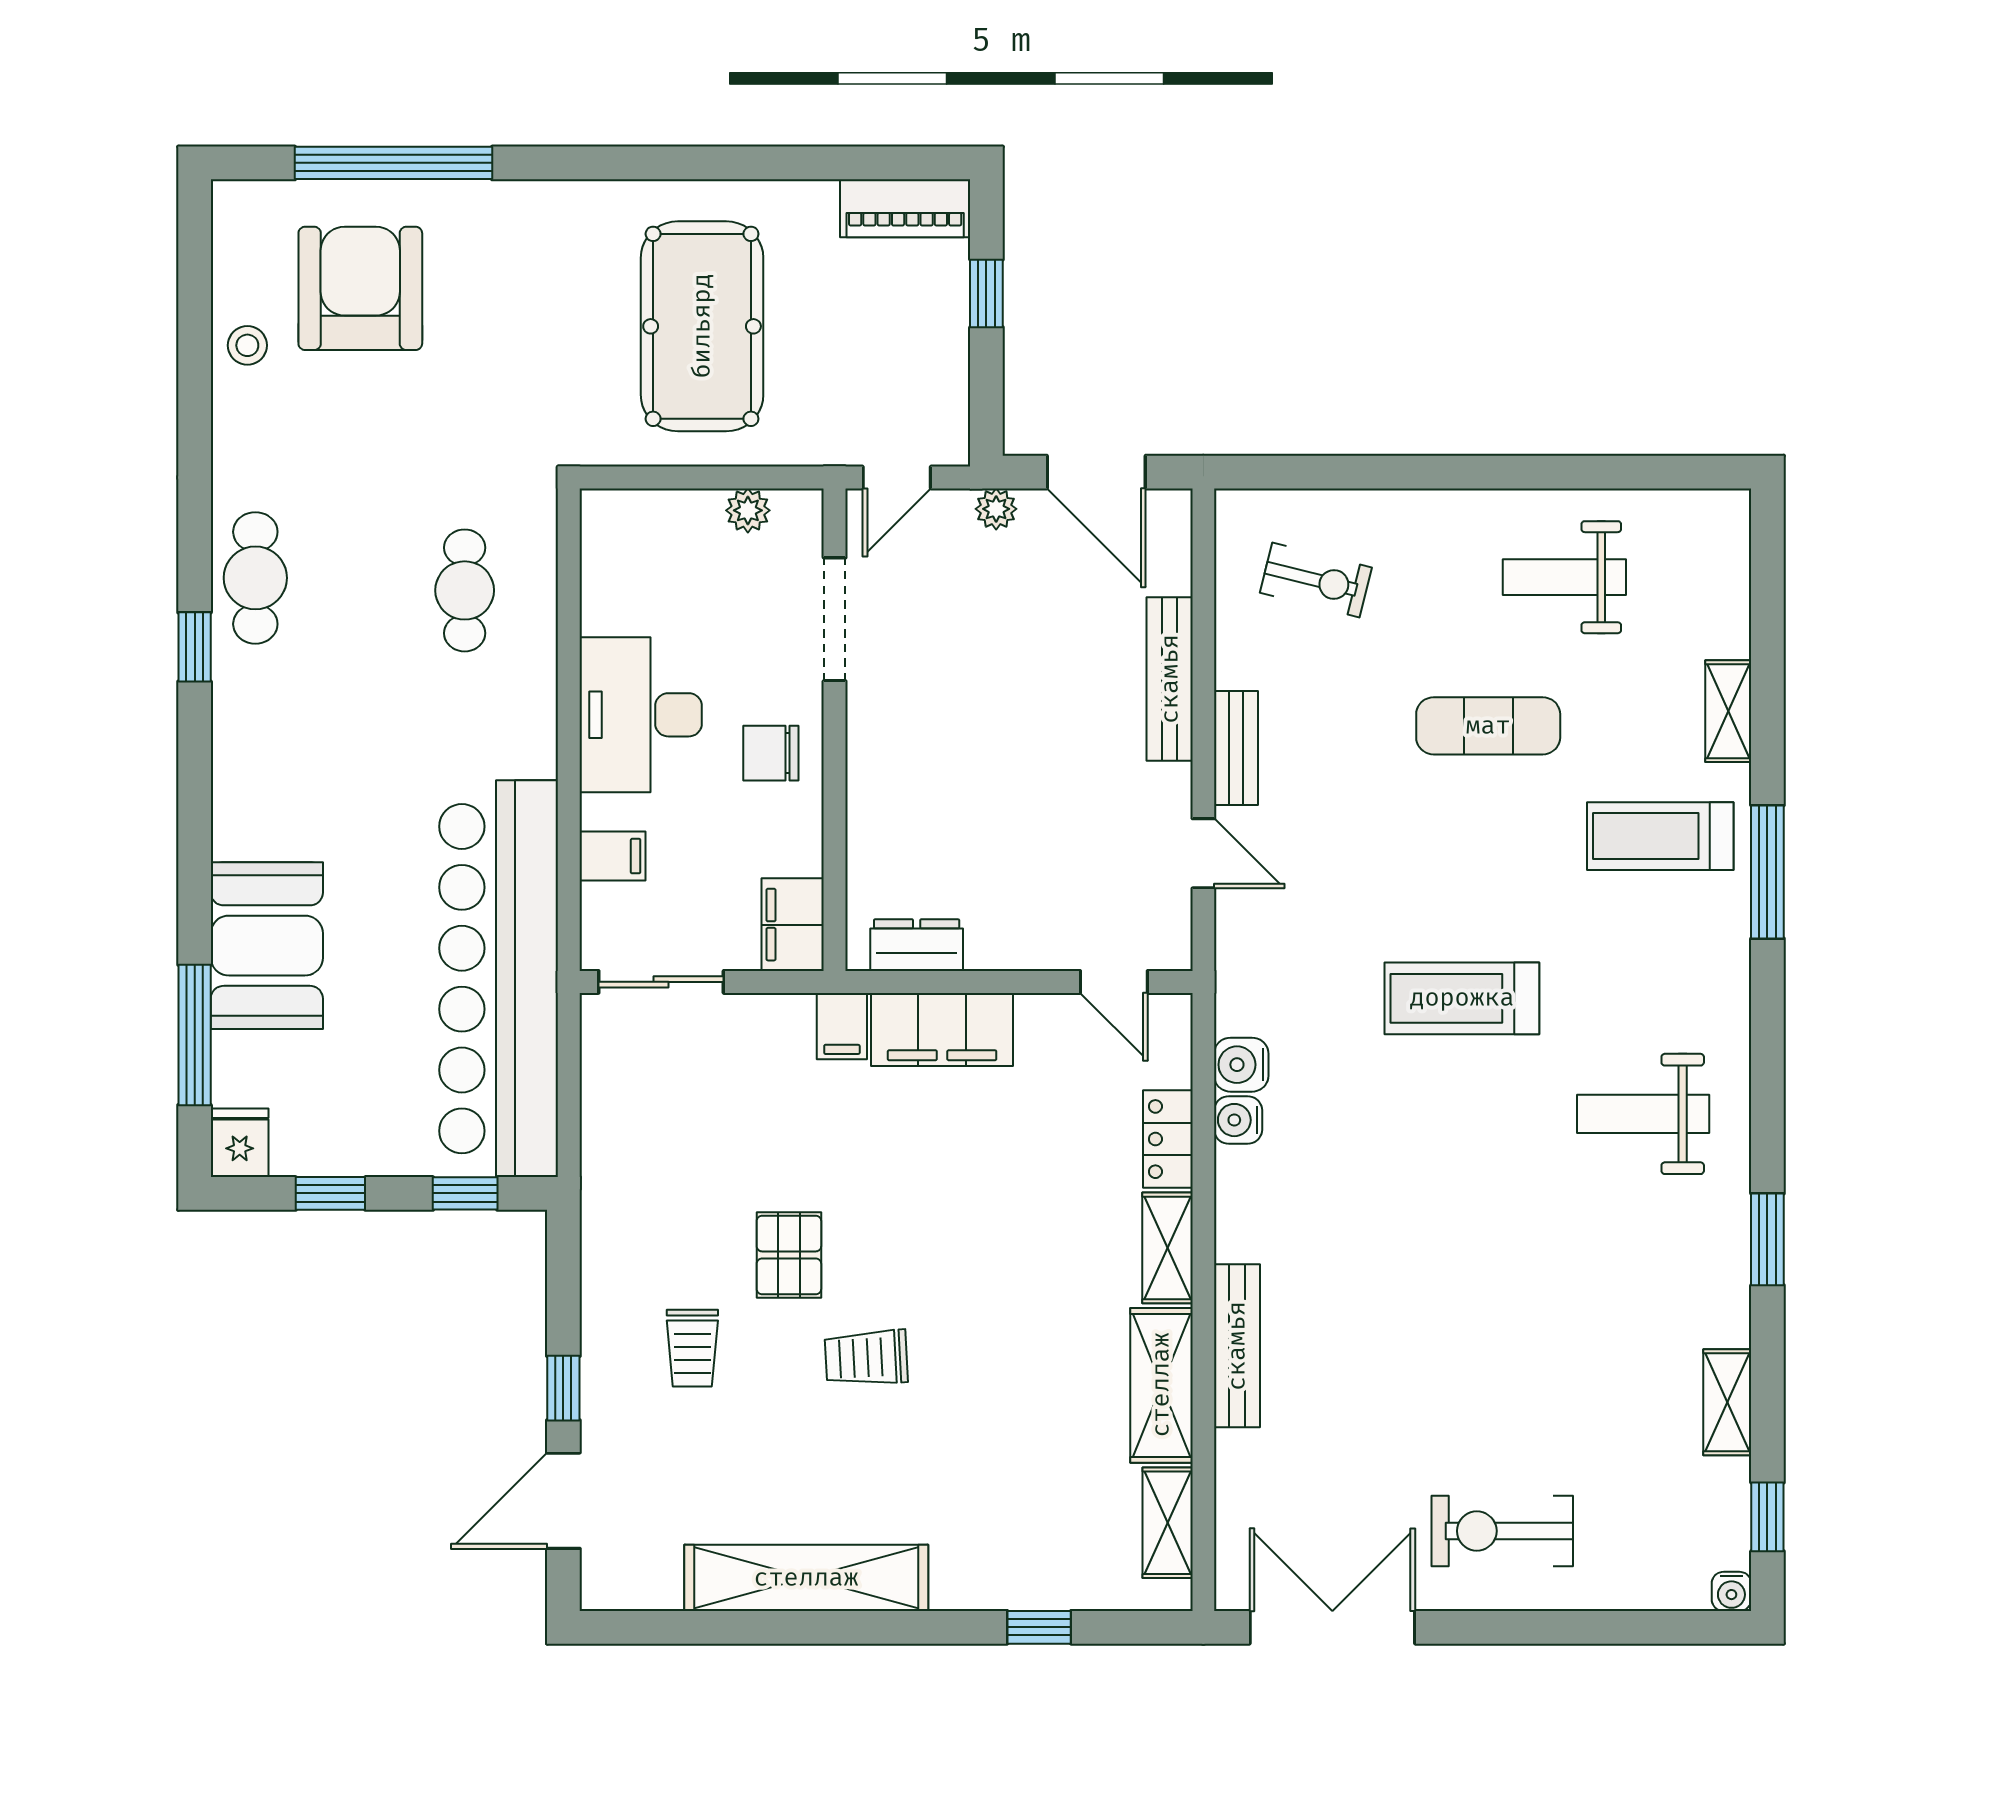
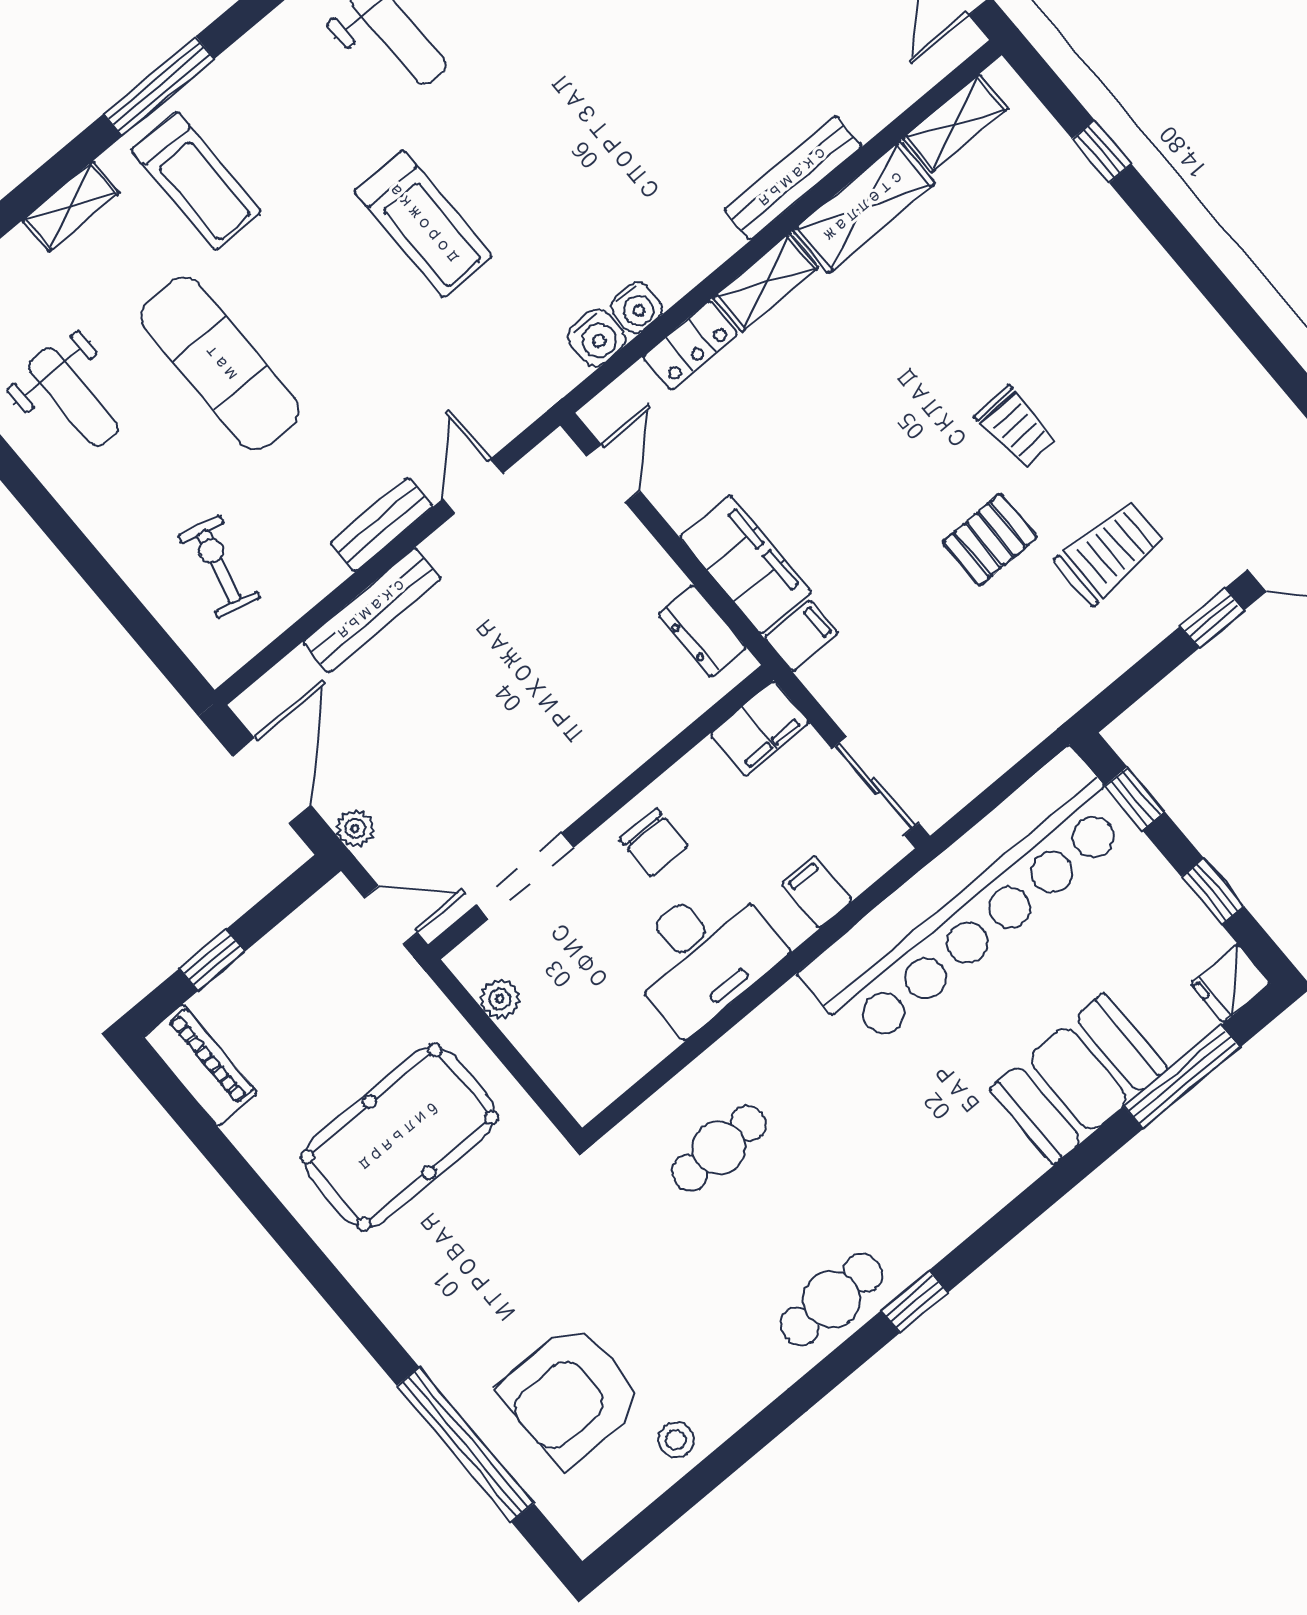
exercise mat: (1488, 726) -> (220, 363), width x1.36, depth x1.45
trolley: (692, 1348) -> (1110, 552), width x1.36, depth x1.39
shelving: (806, 1578) -> (1203, 341), removed

